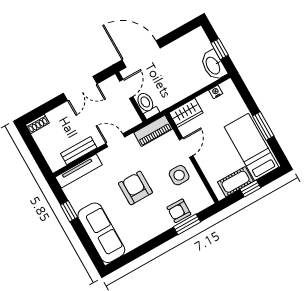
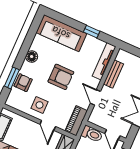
door: (115, 140) -> (95, 97), swing flipped
floor lamp: (150, 231) -> (32, 57), added

